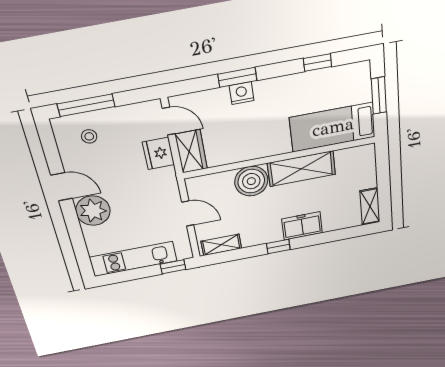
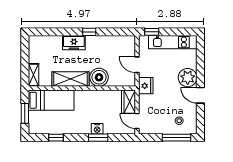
fridge: (158, 153) -> (146, 86), moved
shelving: (370, 206) -> (34, 75), moved
shelving: (221, 245) -> (122, 40), removed

